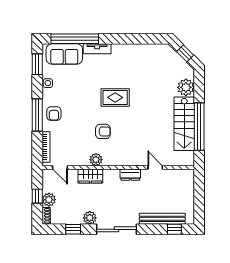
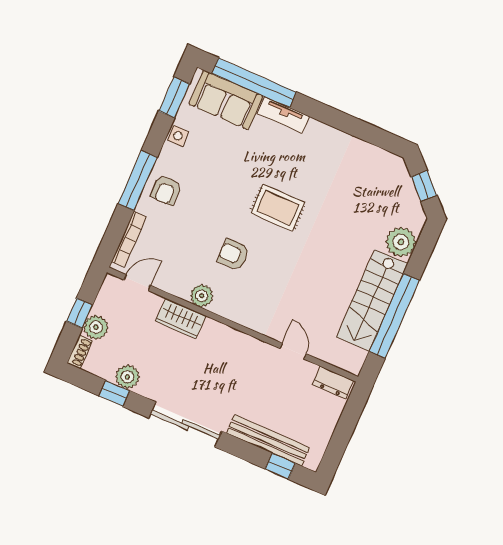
armchair: (103, 131) -> (233, 255), turned 180
door: (60, 167) -> (137, 283), swing flipped
dresser: (130, 175) -> (333, 383), moved
plant: (90, 218) -> (127, 377), moved

